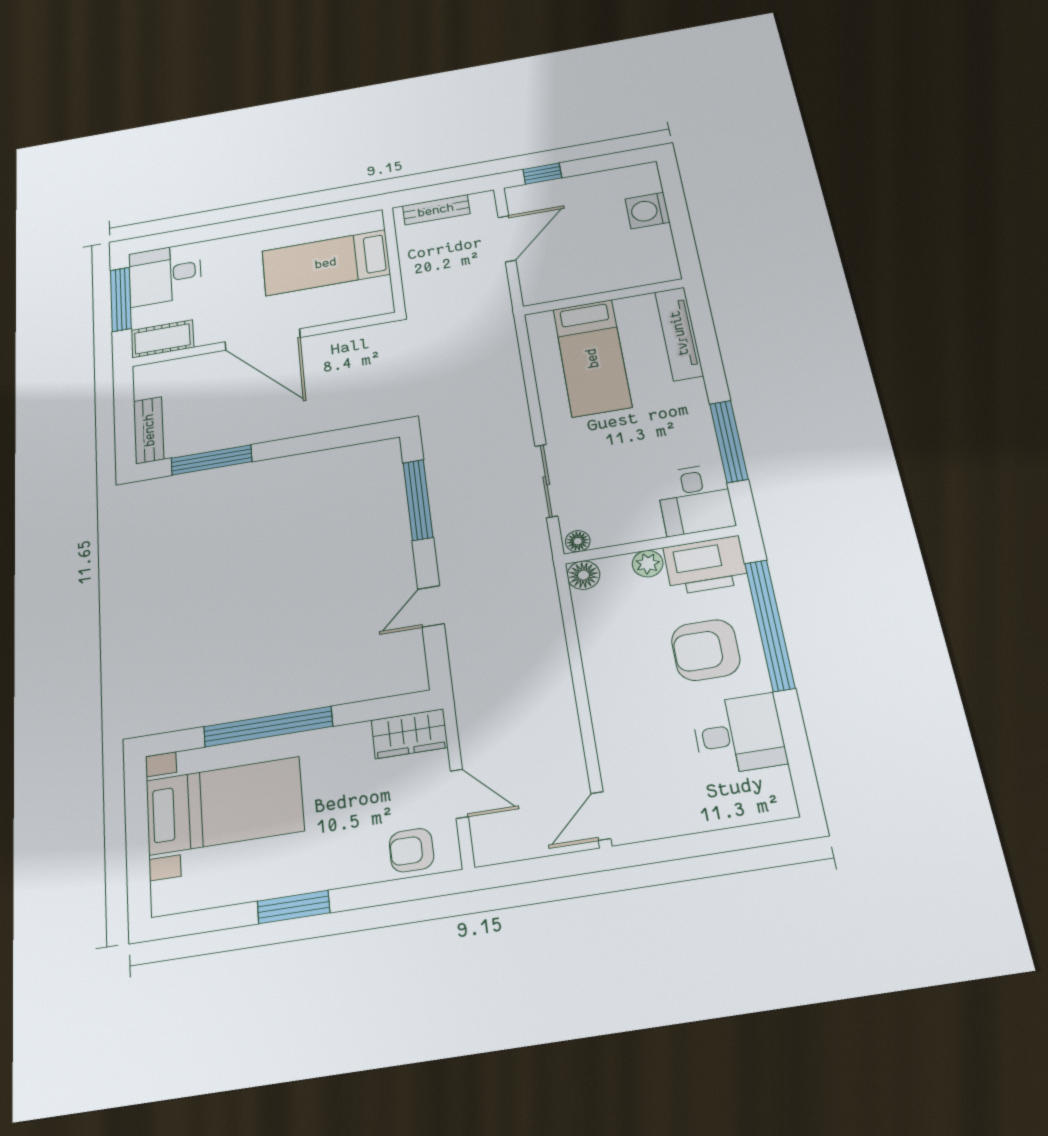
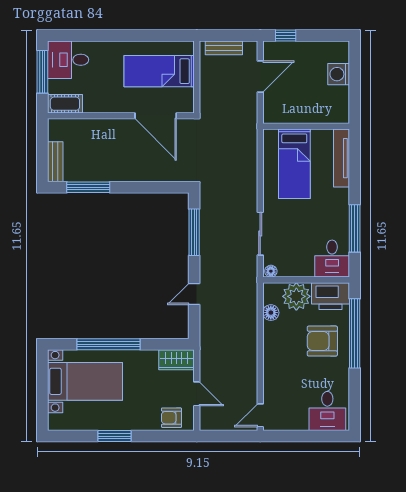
door: (263, 340) -> (156, 116), moved
plant: (648, 564) -> (296, 296), width x1.87, depth x1.87
floor lamp: (583, 575) -> (271, 313), moved
desk: (739, 734) -> (327, 411), moved, turned 90

